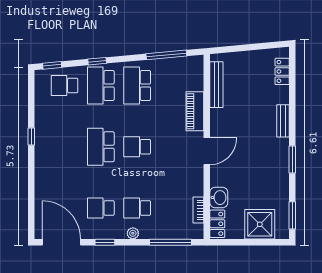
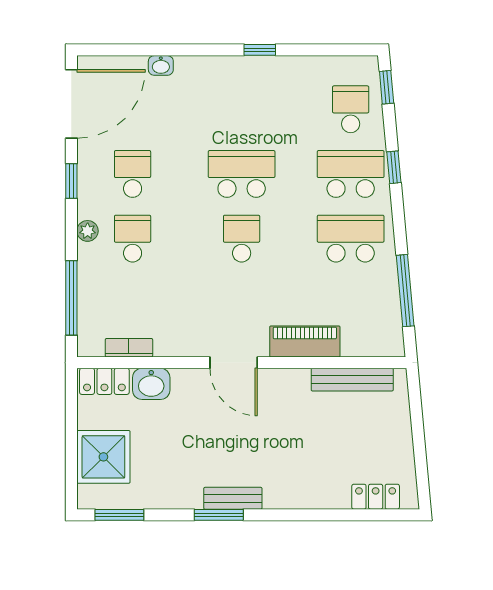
bench: (283, 121) -> (233, 498), moved
washbasin: (40, 192) -> (161, 65), added

